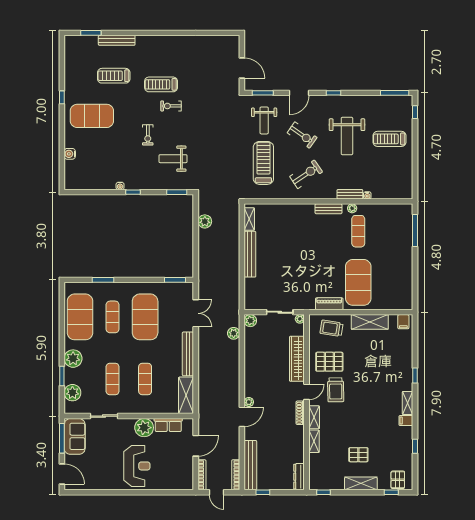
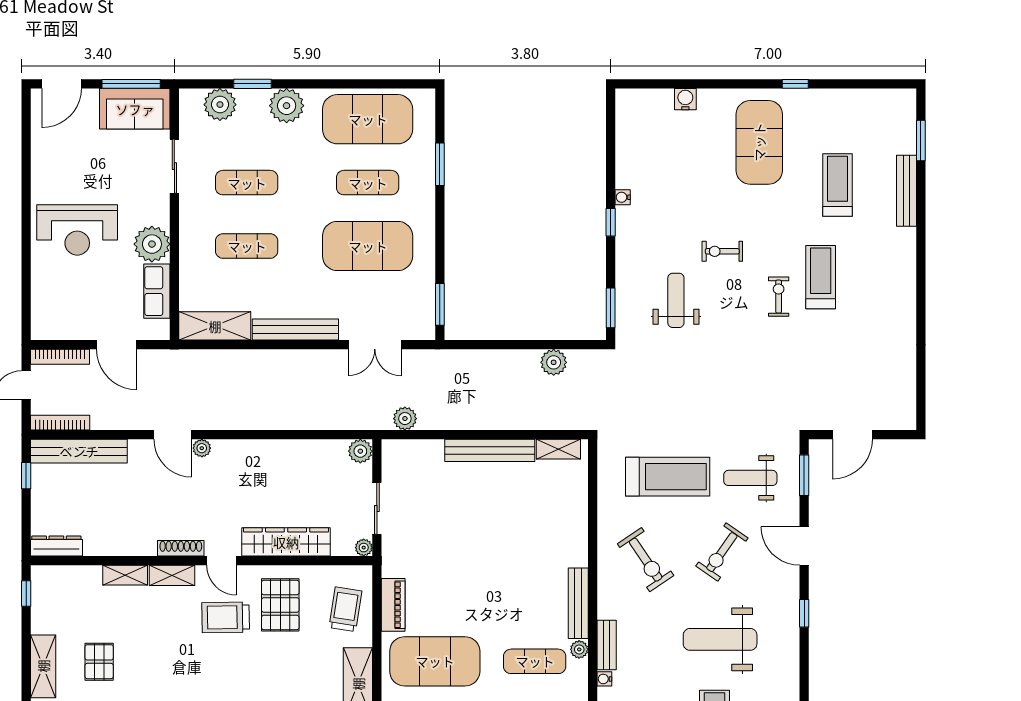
bench: (328, 209) -> (578, 603), width x1.36
plant: (234, 333) -> (405, 419), moved

